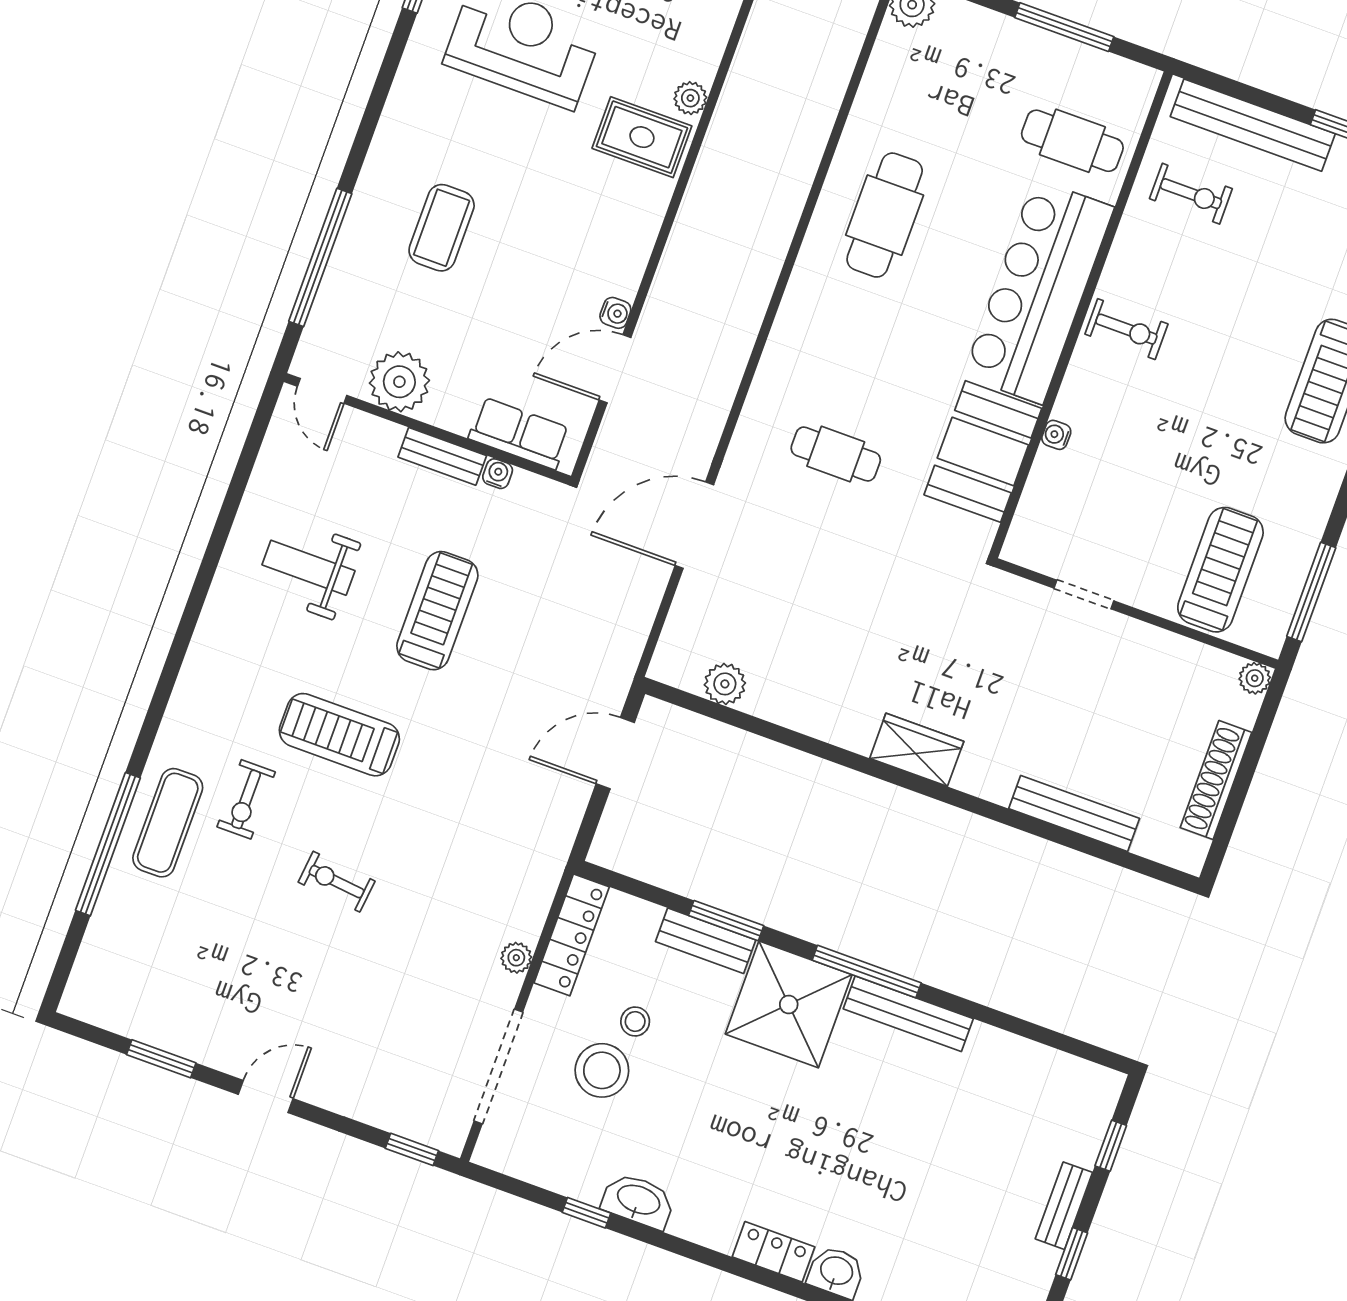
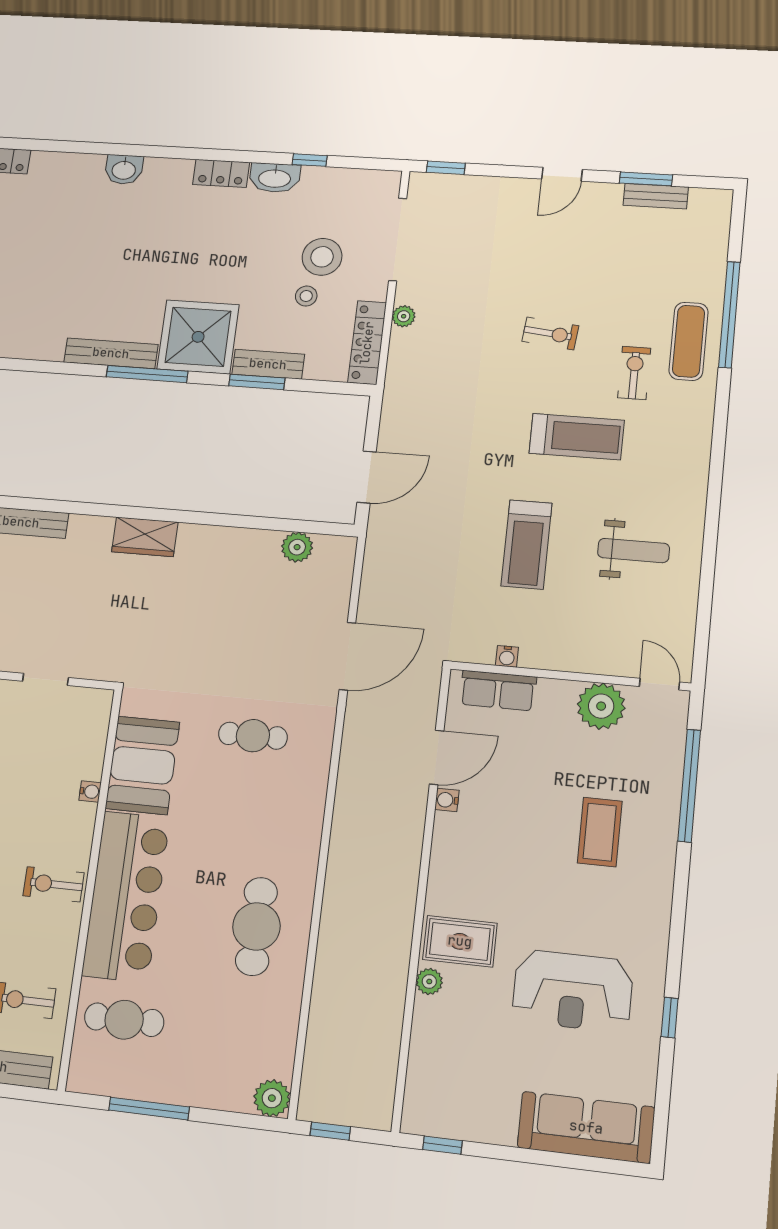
bench: (442, 456) -> (656, 196), moved
locker: (774, 1252) -> (221, 173), moved

